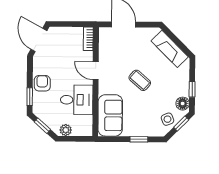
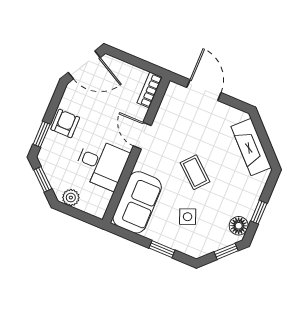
door: (39, 40) -> (84, 65), swing flipped
side table: (167, 119) -> (188, 217), moved

